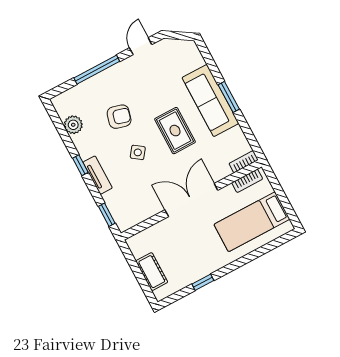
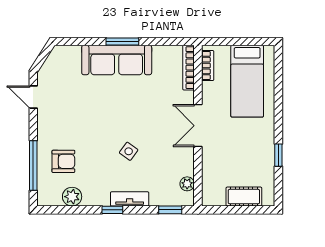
window: (97, 70) -> (33, 165), moved
armchair: (119, 117) -> (63, 161), moved, turned 75
rug: (175, 131) -> (127, 107), removed
bookcase: (244, 162) -> (188, 68), width x1.56
double door: (191, 200) -> (198, 126), width x0.73
plant: (137, 217) -> (187, 184), added

